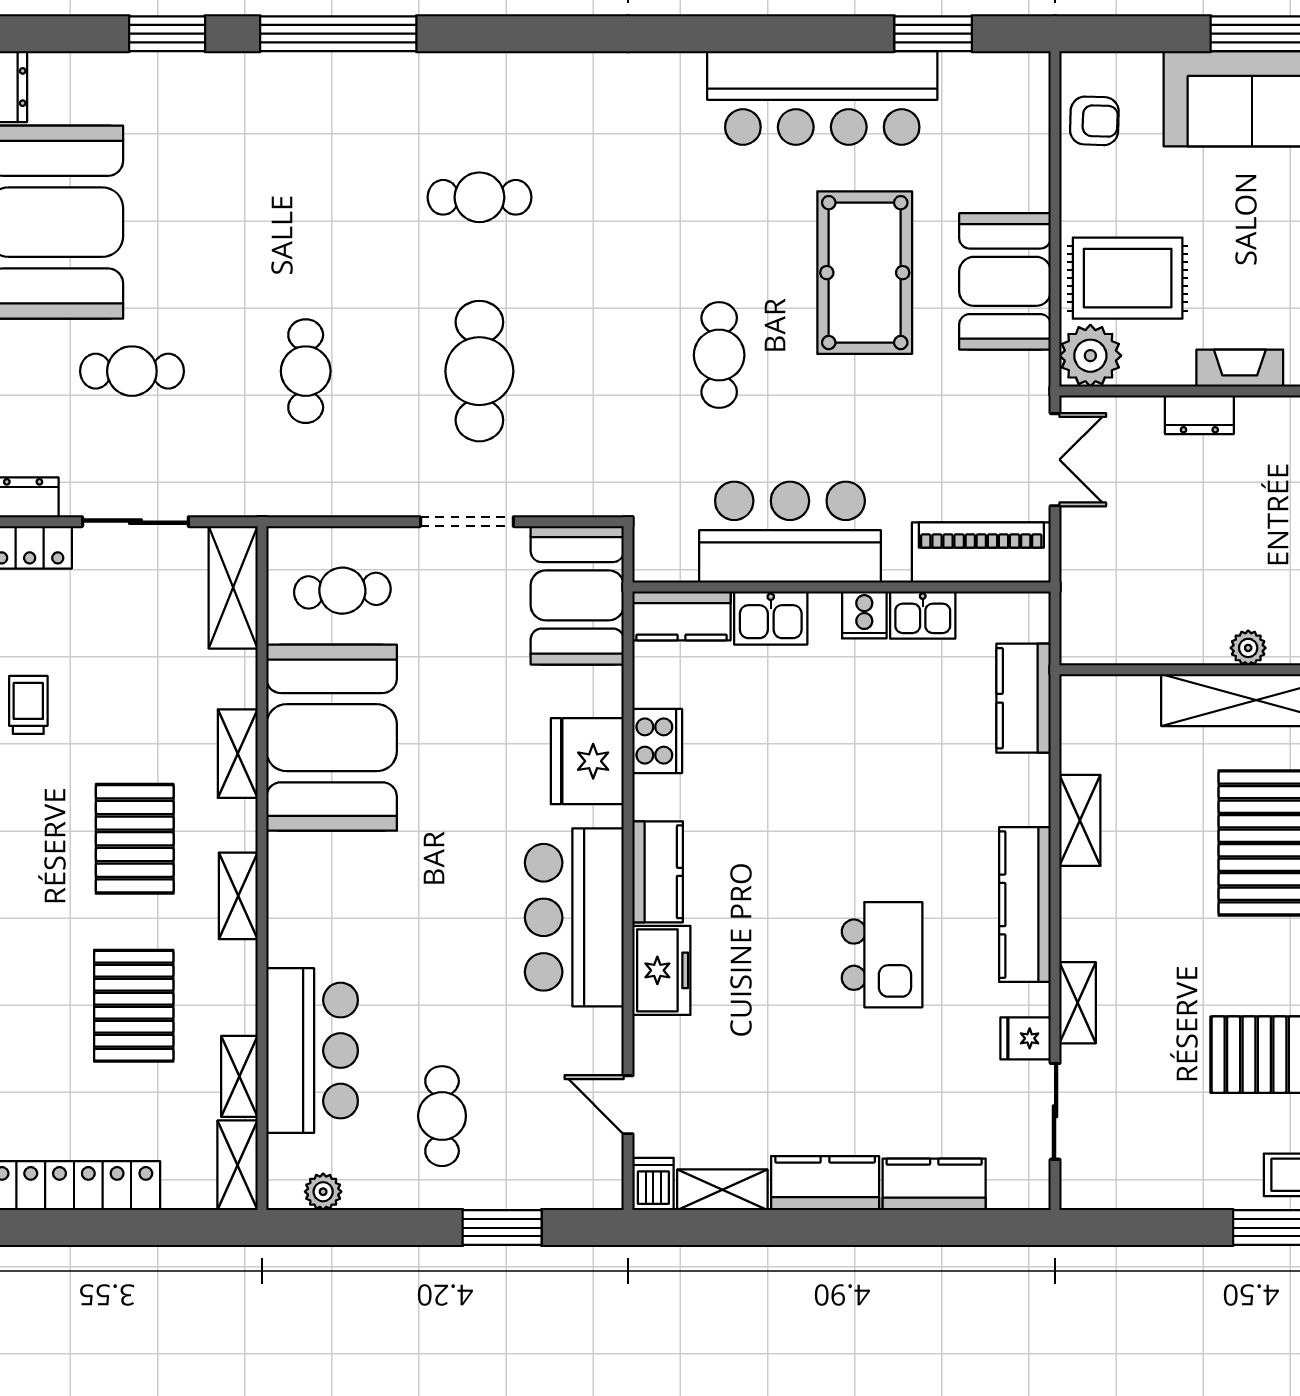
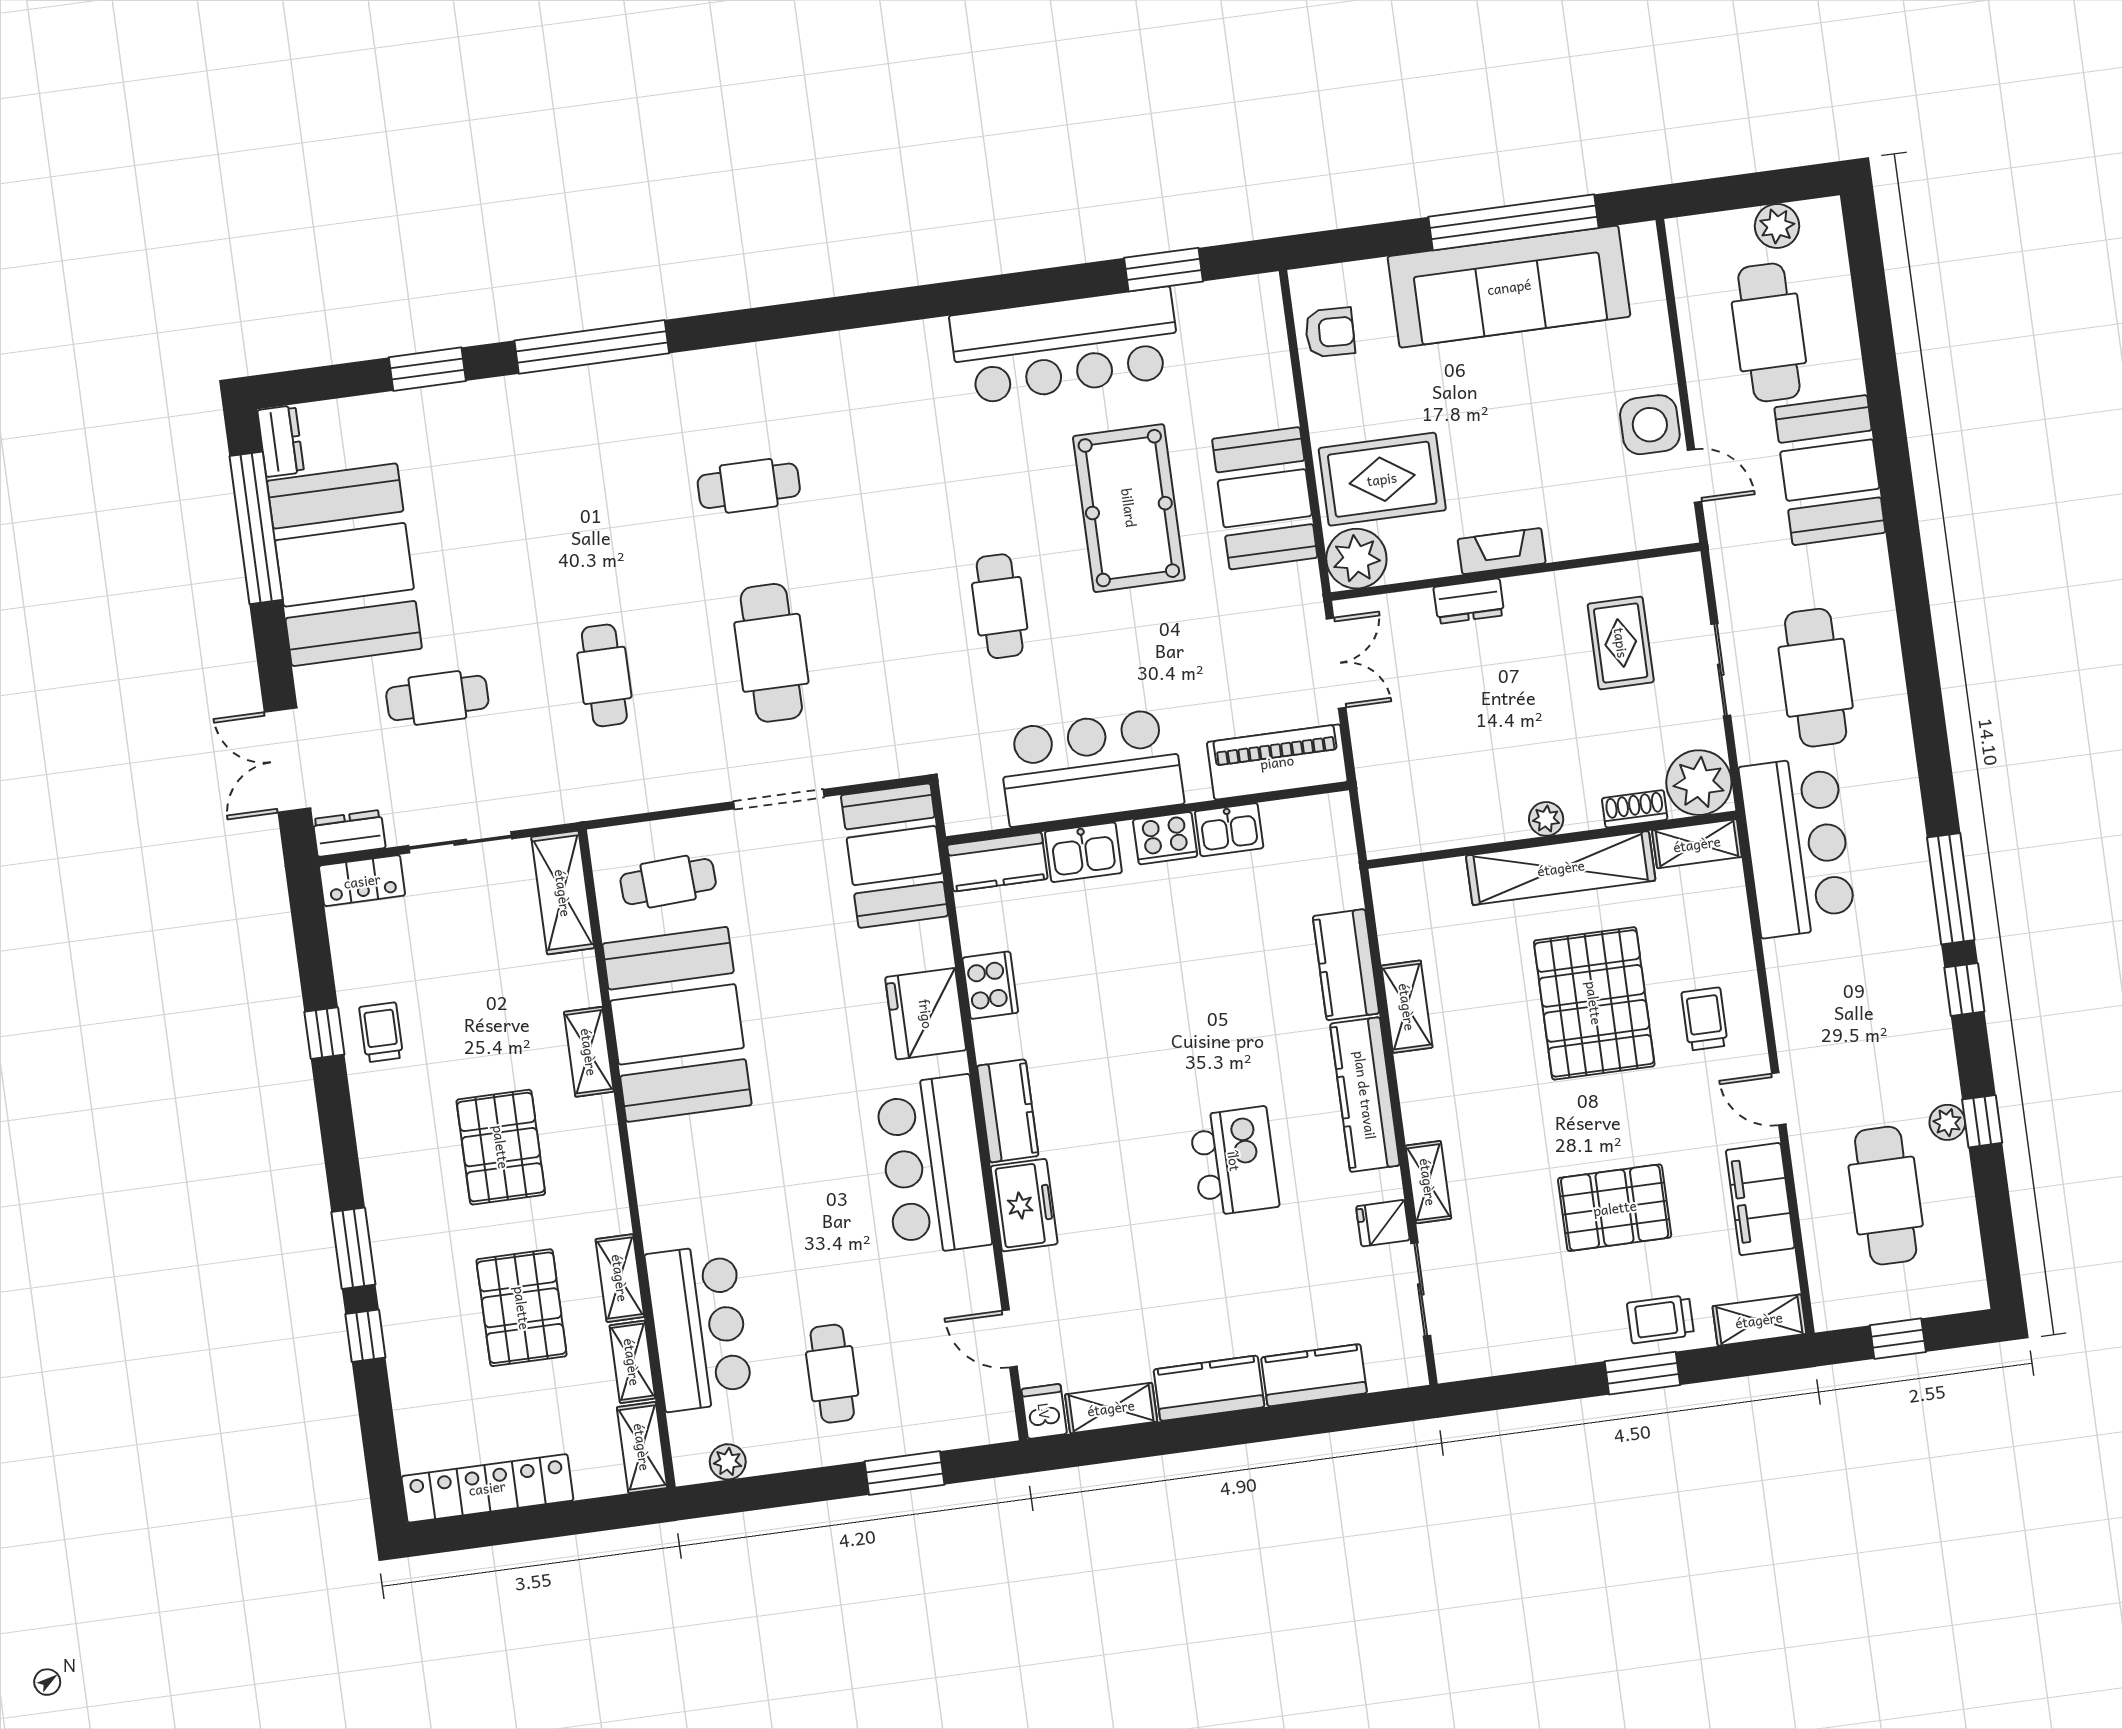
cooker: (864, 615) -> (1165, 838), width x1.36
kitchen counter: (1023, 698) -> (1346, 965), moved
shelving: (238, 896) -> (620, 1278), moved

